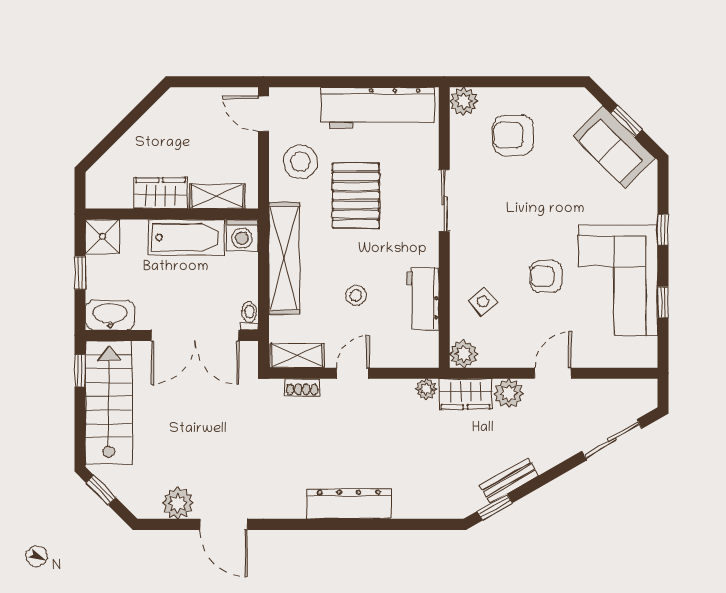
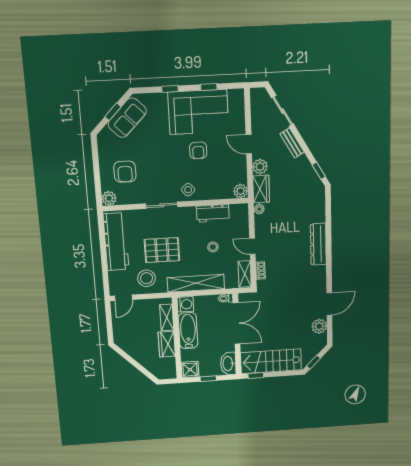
side table: (483, 301) -> (188, 190), moved
bench: (509, 480) -> (292, 143), moved

